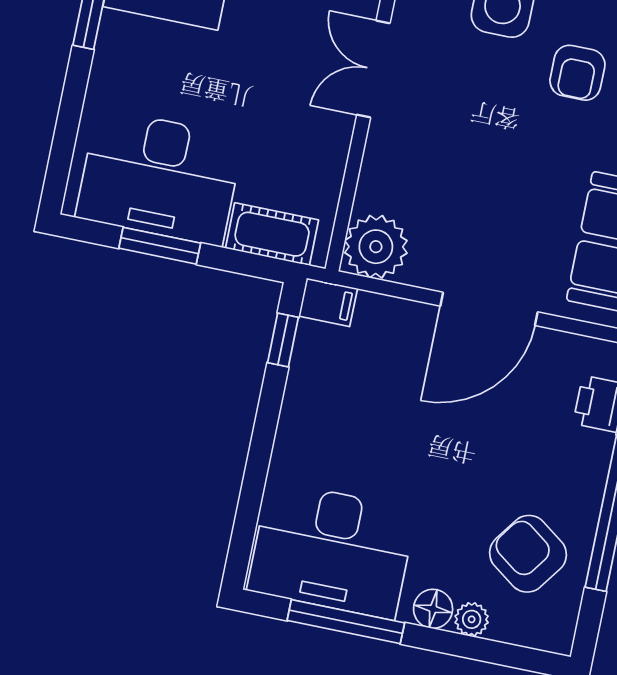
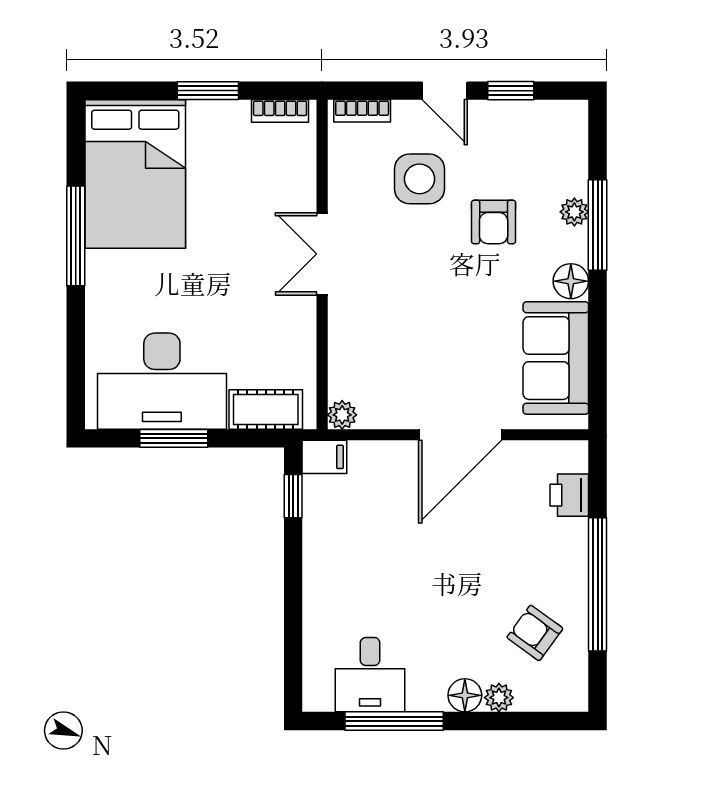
plant: (376, 247) -> (342, 415), width x0.53, depth x0.53
desk: (332, 550) -> (370, 675), width x0.53, depth x0.77
armchair: (528, 554) -> (535, 633), width x0.72, depth x0.72

